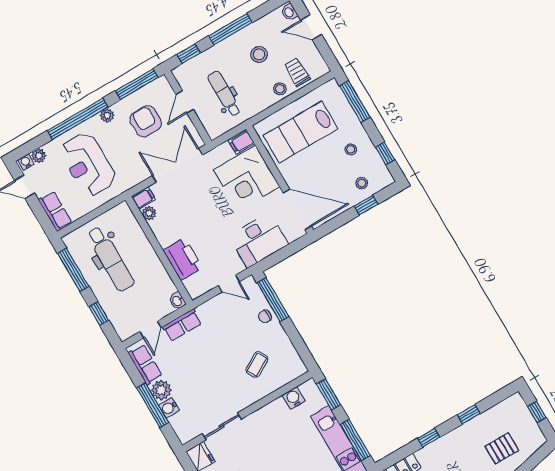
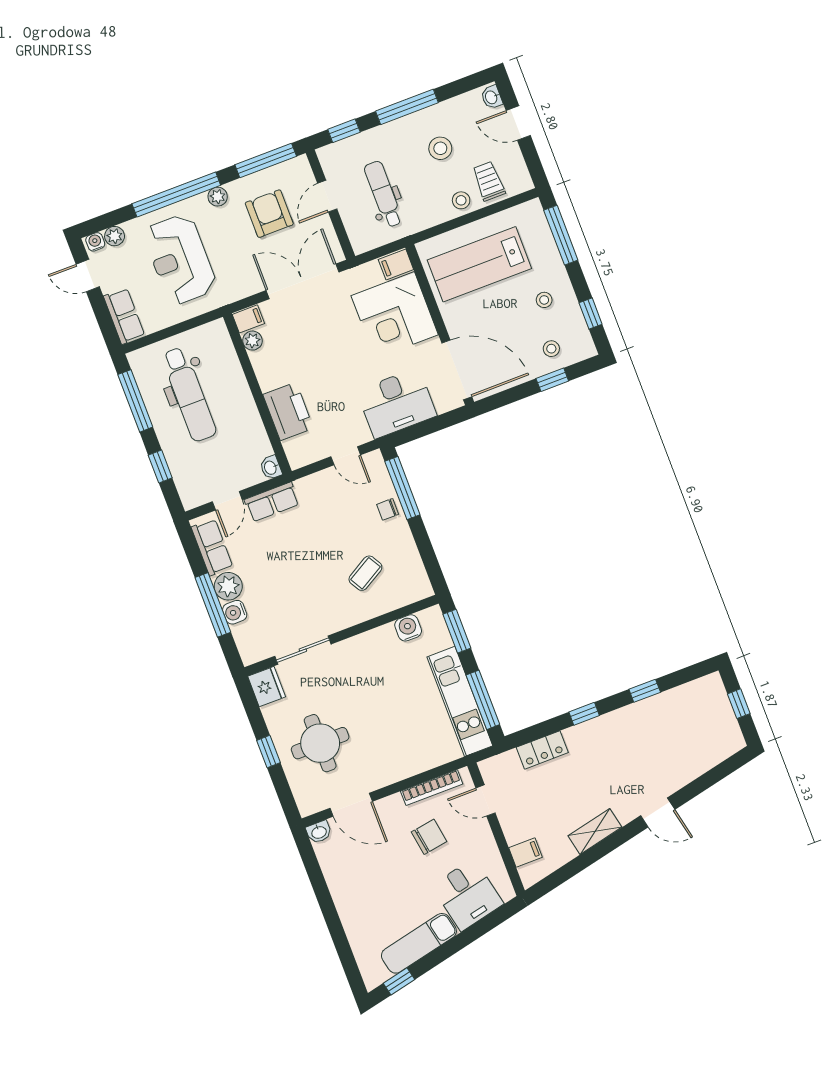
pallet: (502, 448) -> (682, 745), removed

